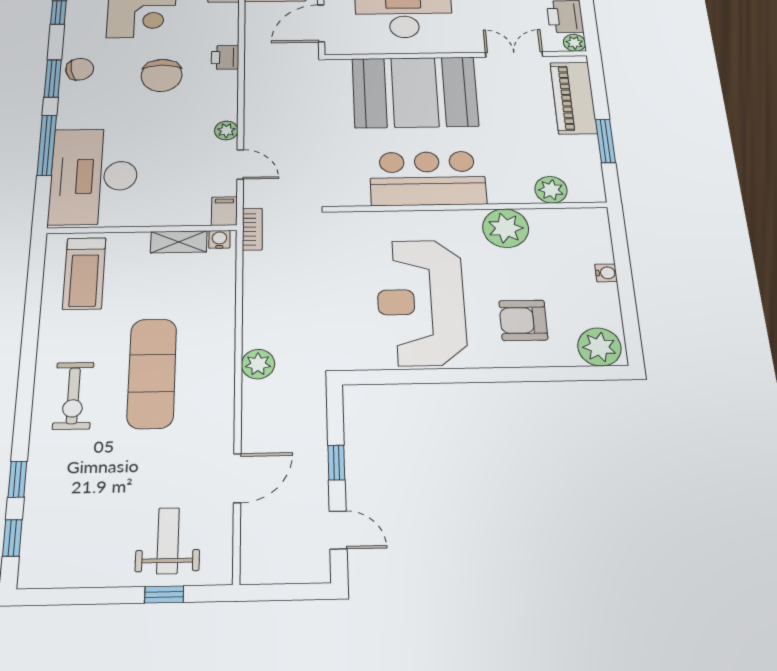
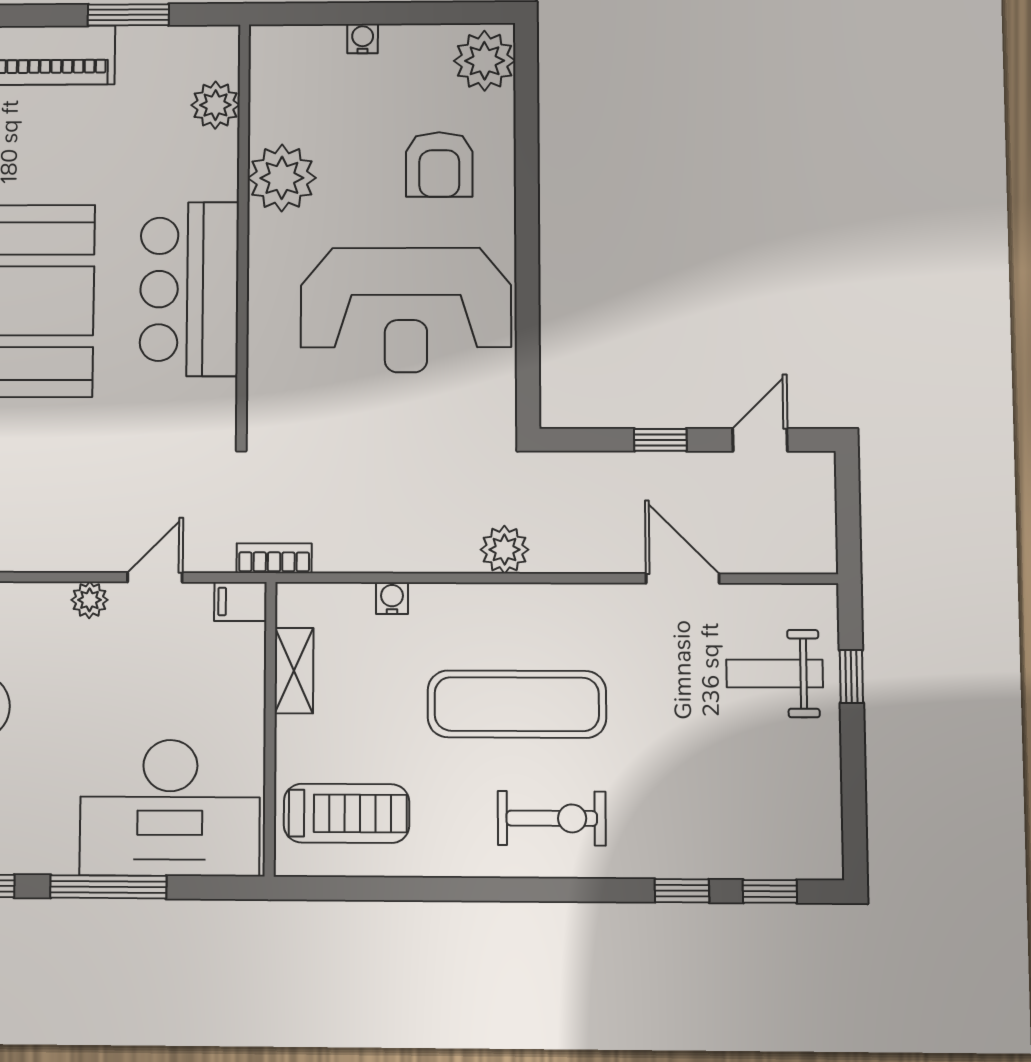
water cooler: (219, 239) -> (392, 598), moved, turned 90

